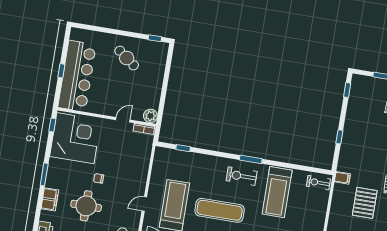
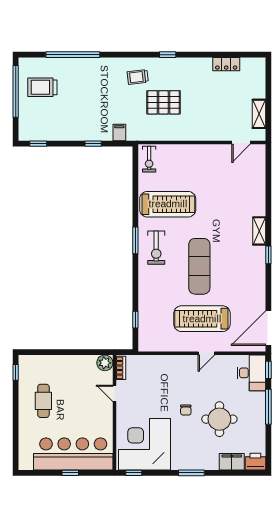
cafe table: (127, 58) -> (43, 401), turned -37
filing cabinet: (342, 178) -> (119, 133), moved
filing cabinet: (50, 199) -> (232, 462), moved
door: (144, 204) -> (206, 353), hinge flipped

